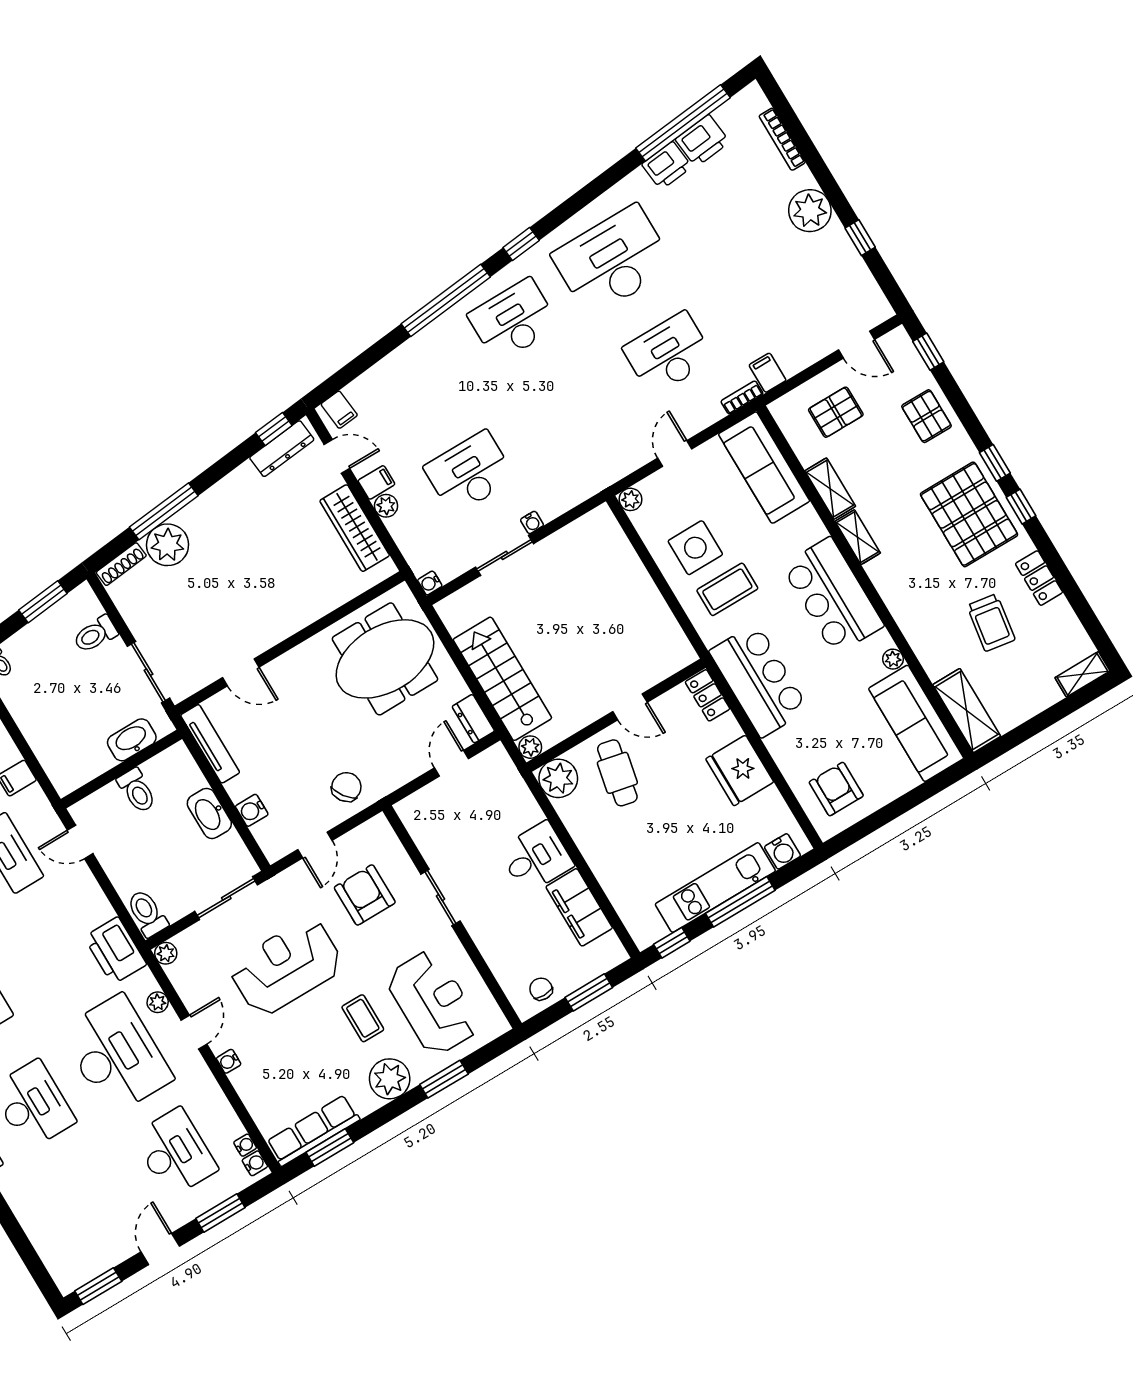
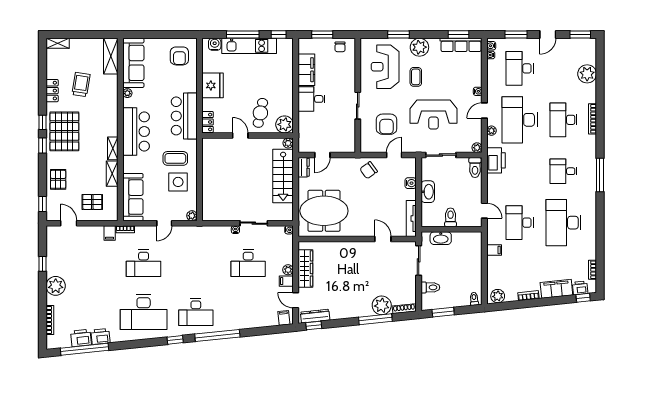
plant: (40, 1219) -> (587, 74), added

